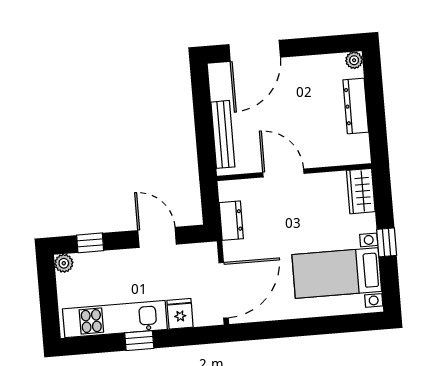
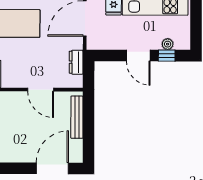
door: (157, 237) -> (138, 56), moved
plant: (64, 263) -> (168, 44), moved

